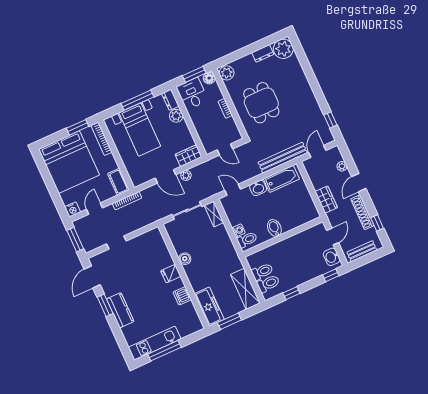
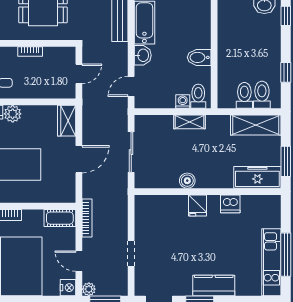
plant: (186, 175) -> (89, 289), moved
shelving: (214, 214) -> (189, 122), moved

